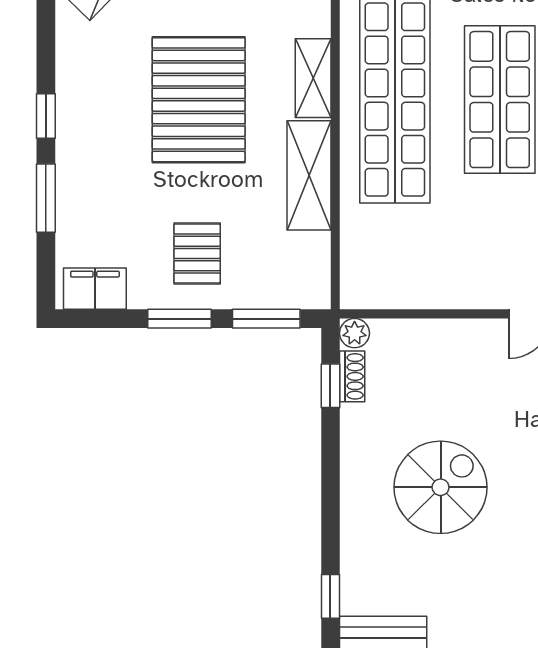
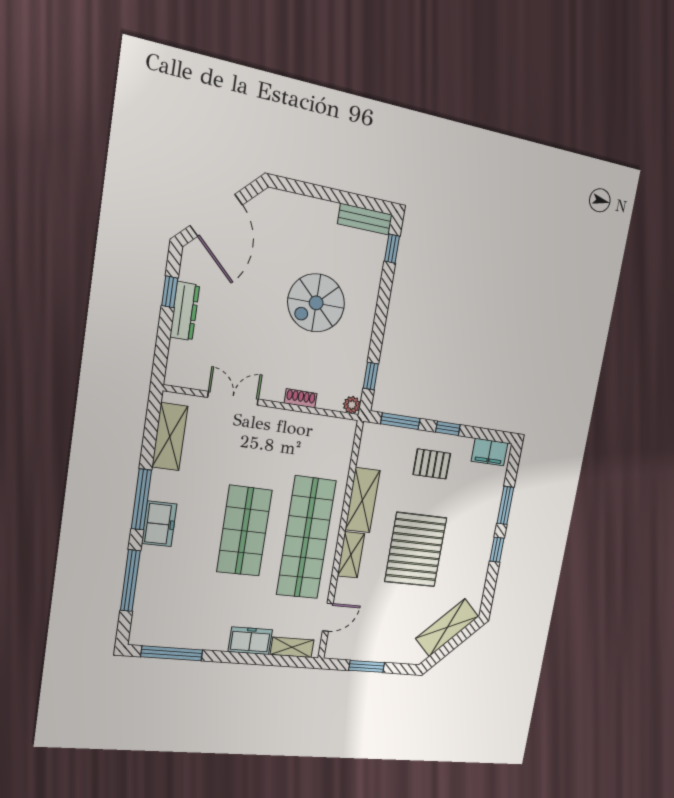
pallet: (197, 254) -> (432, 464), turned 90
window: (180, 319) -> (448, 428), width x0.67
shoe rack: (352, 376) -> (301, 398), moved, turned 90

